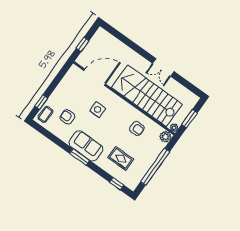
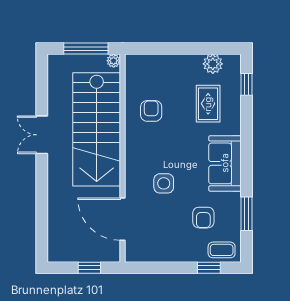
double door: (163, 67) -> (42, 135), swing flipped
window: (190, 119) -> (86, 49), width x1.44
plant: (165, 137) -> (213, 64), moved
window: (79, 157) -> (246, 214), moved
window: (155, 167) -> (185, 49), removed

